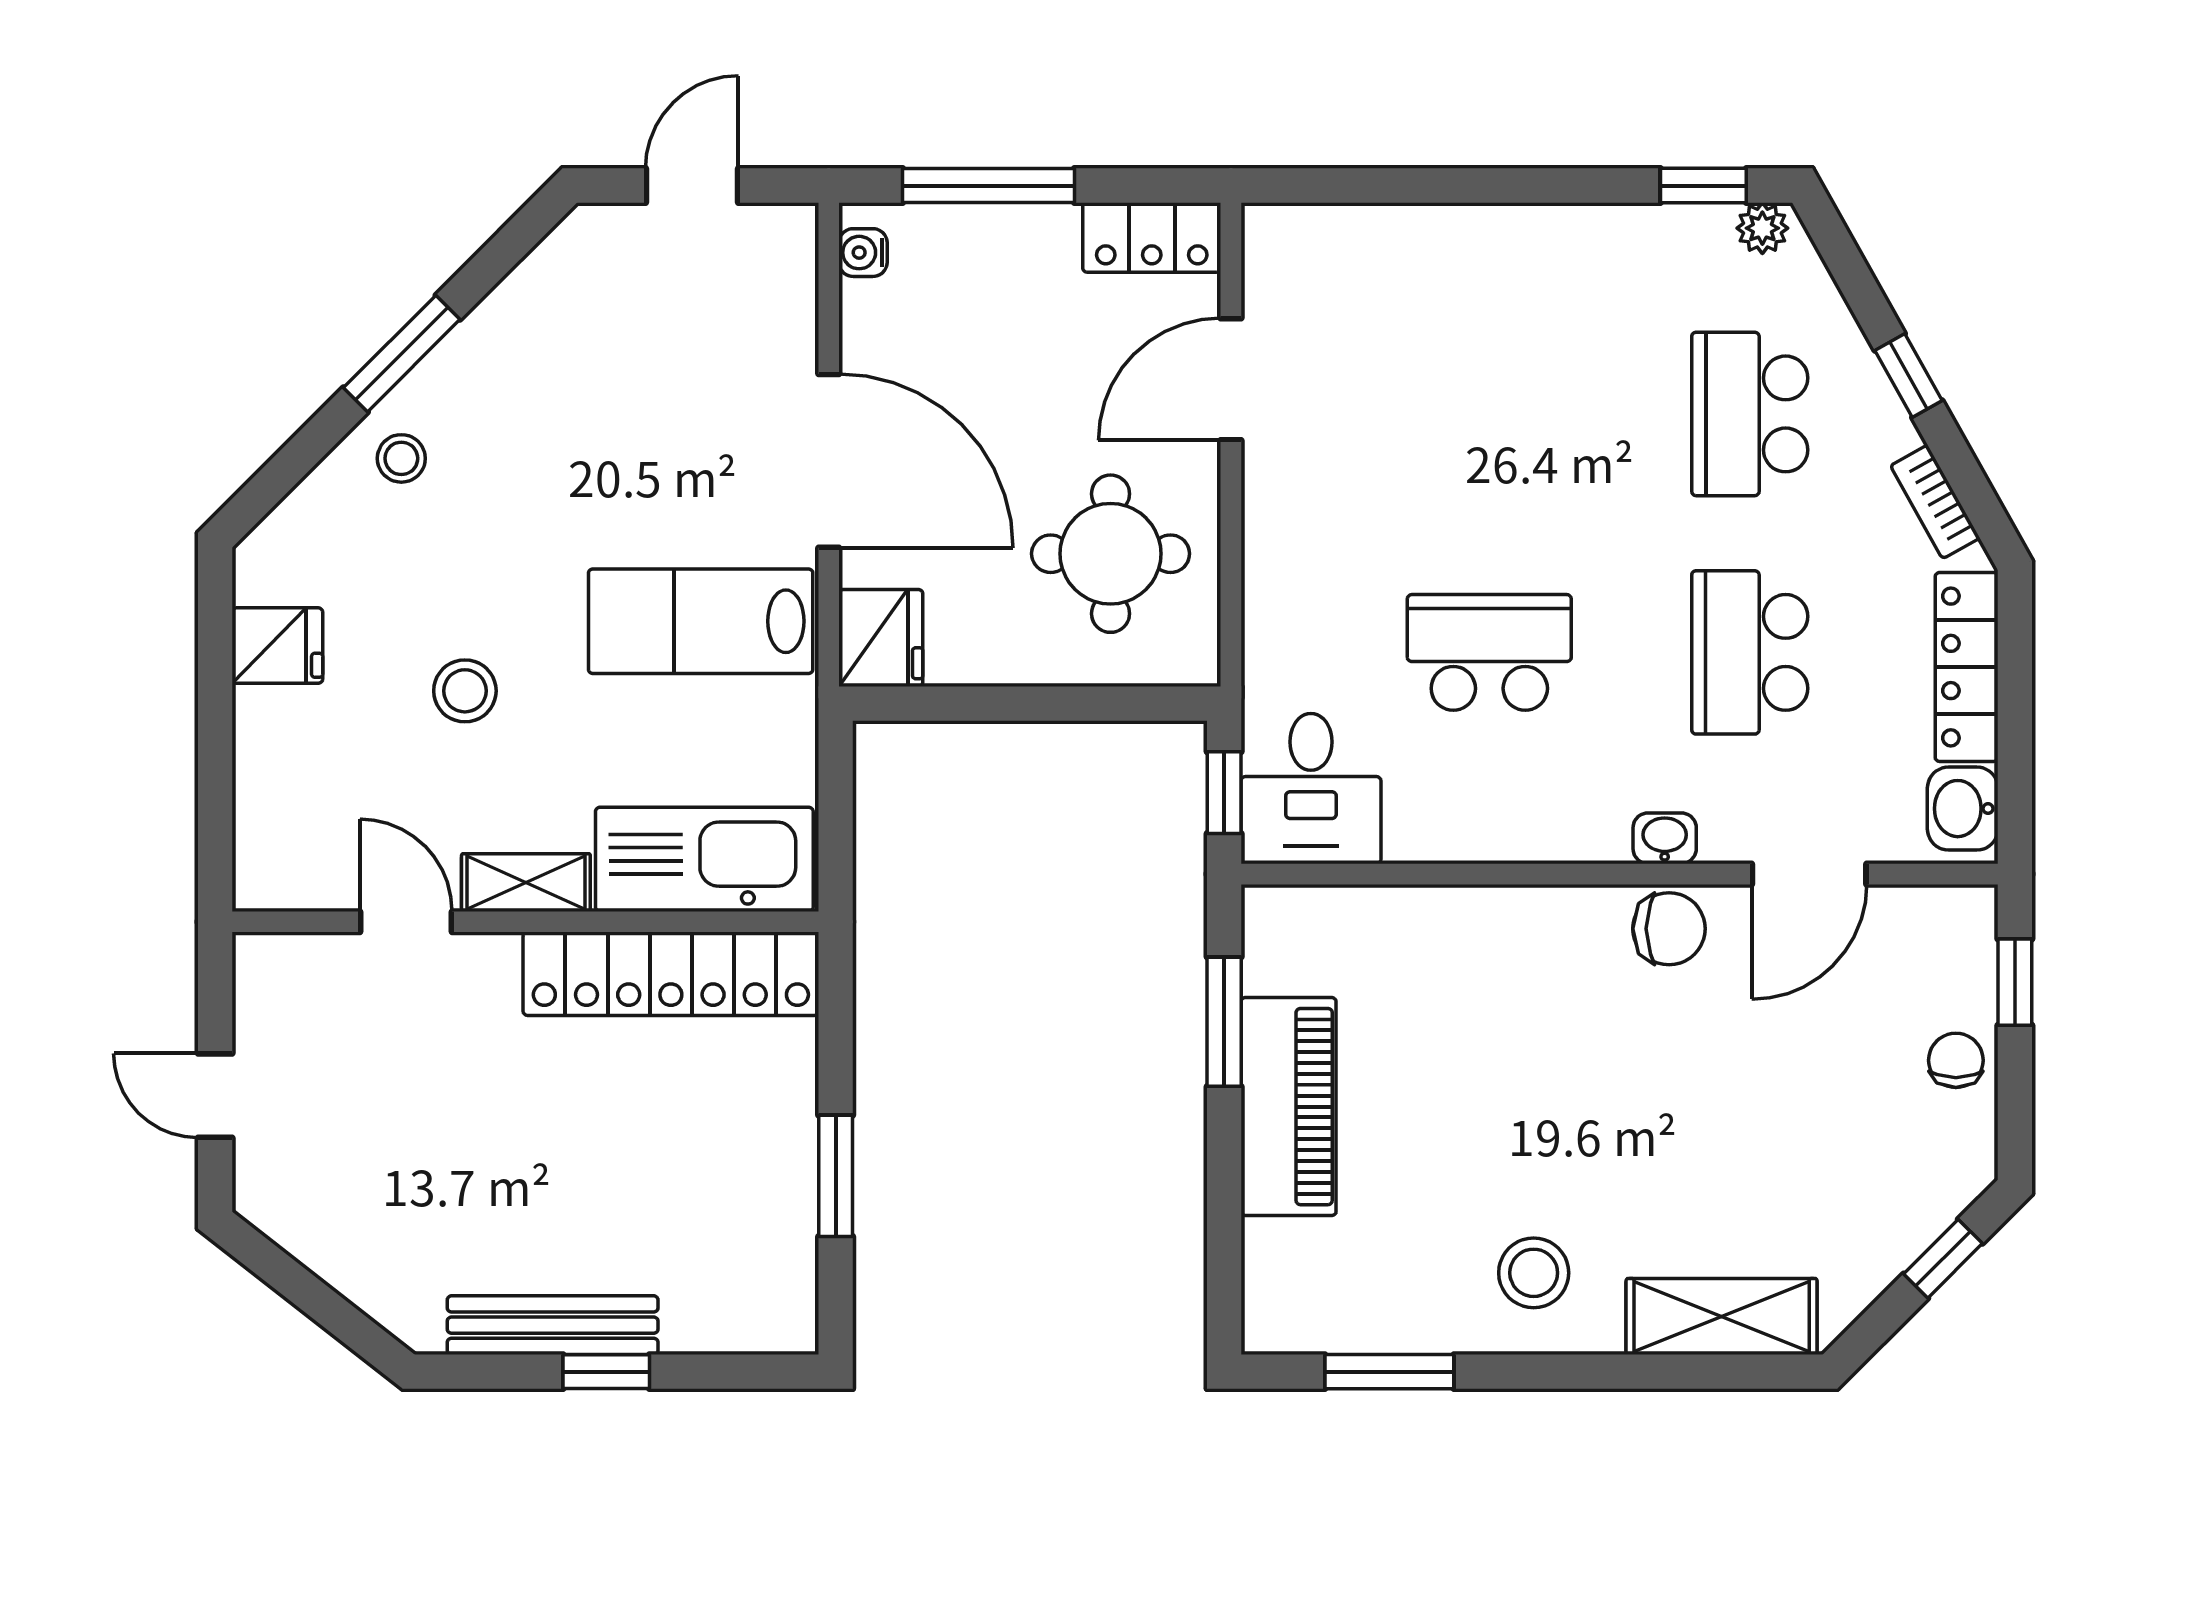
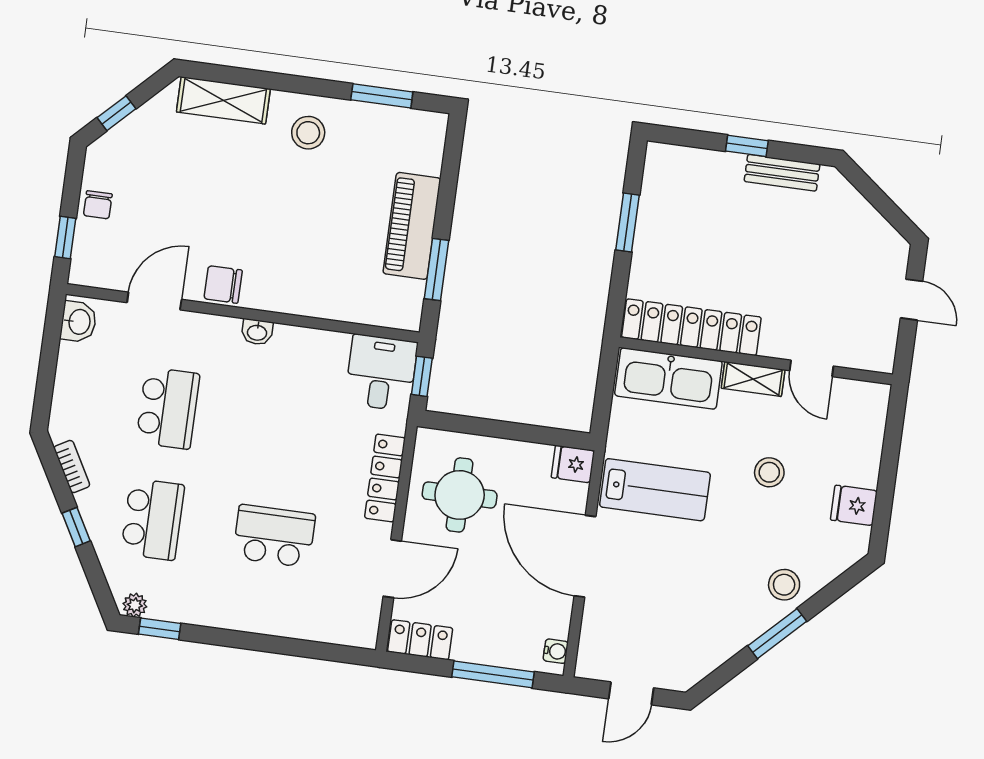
stool: (401, 458) -> (784, 585), width x1.37, depth x1.37
fridge: (881, 638) -> (573, 464), width x0.72
school desk: (1489, 652) -> (274, 536), moved, turned 180
locker: (1967, 667) -> (385, 478), moved, turned 180
washbasin: (1665, 838) -> (257, 332), moved
bench: (553, 1325) -> (782, 173), width x0.73

